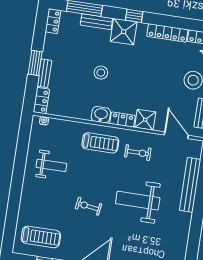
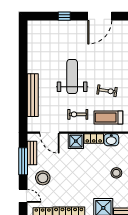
weight bench: (138, 201) -> (72, 76), turned -90
exercise bike: (89, 206) -> (107, 91), moved

